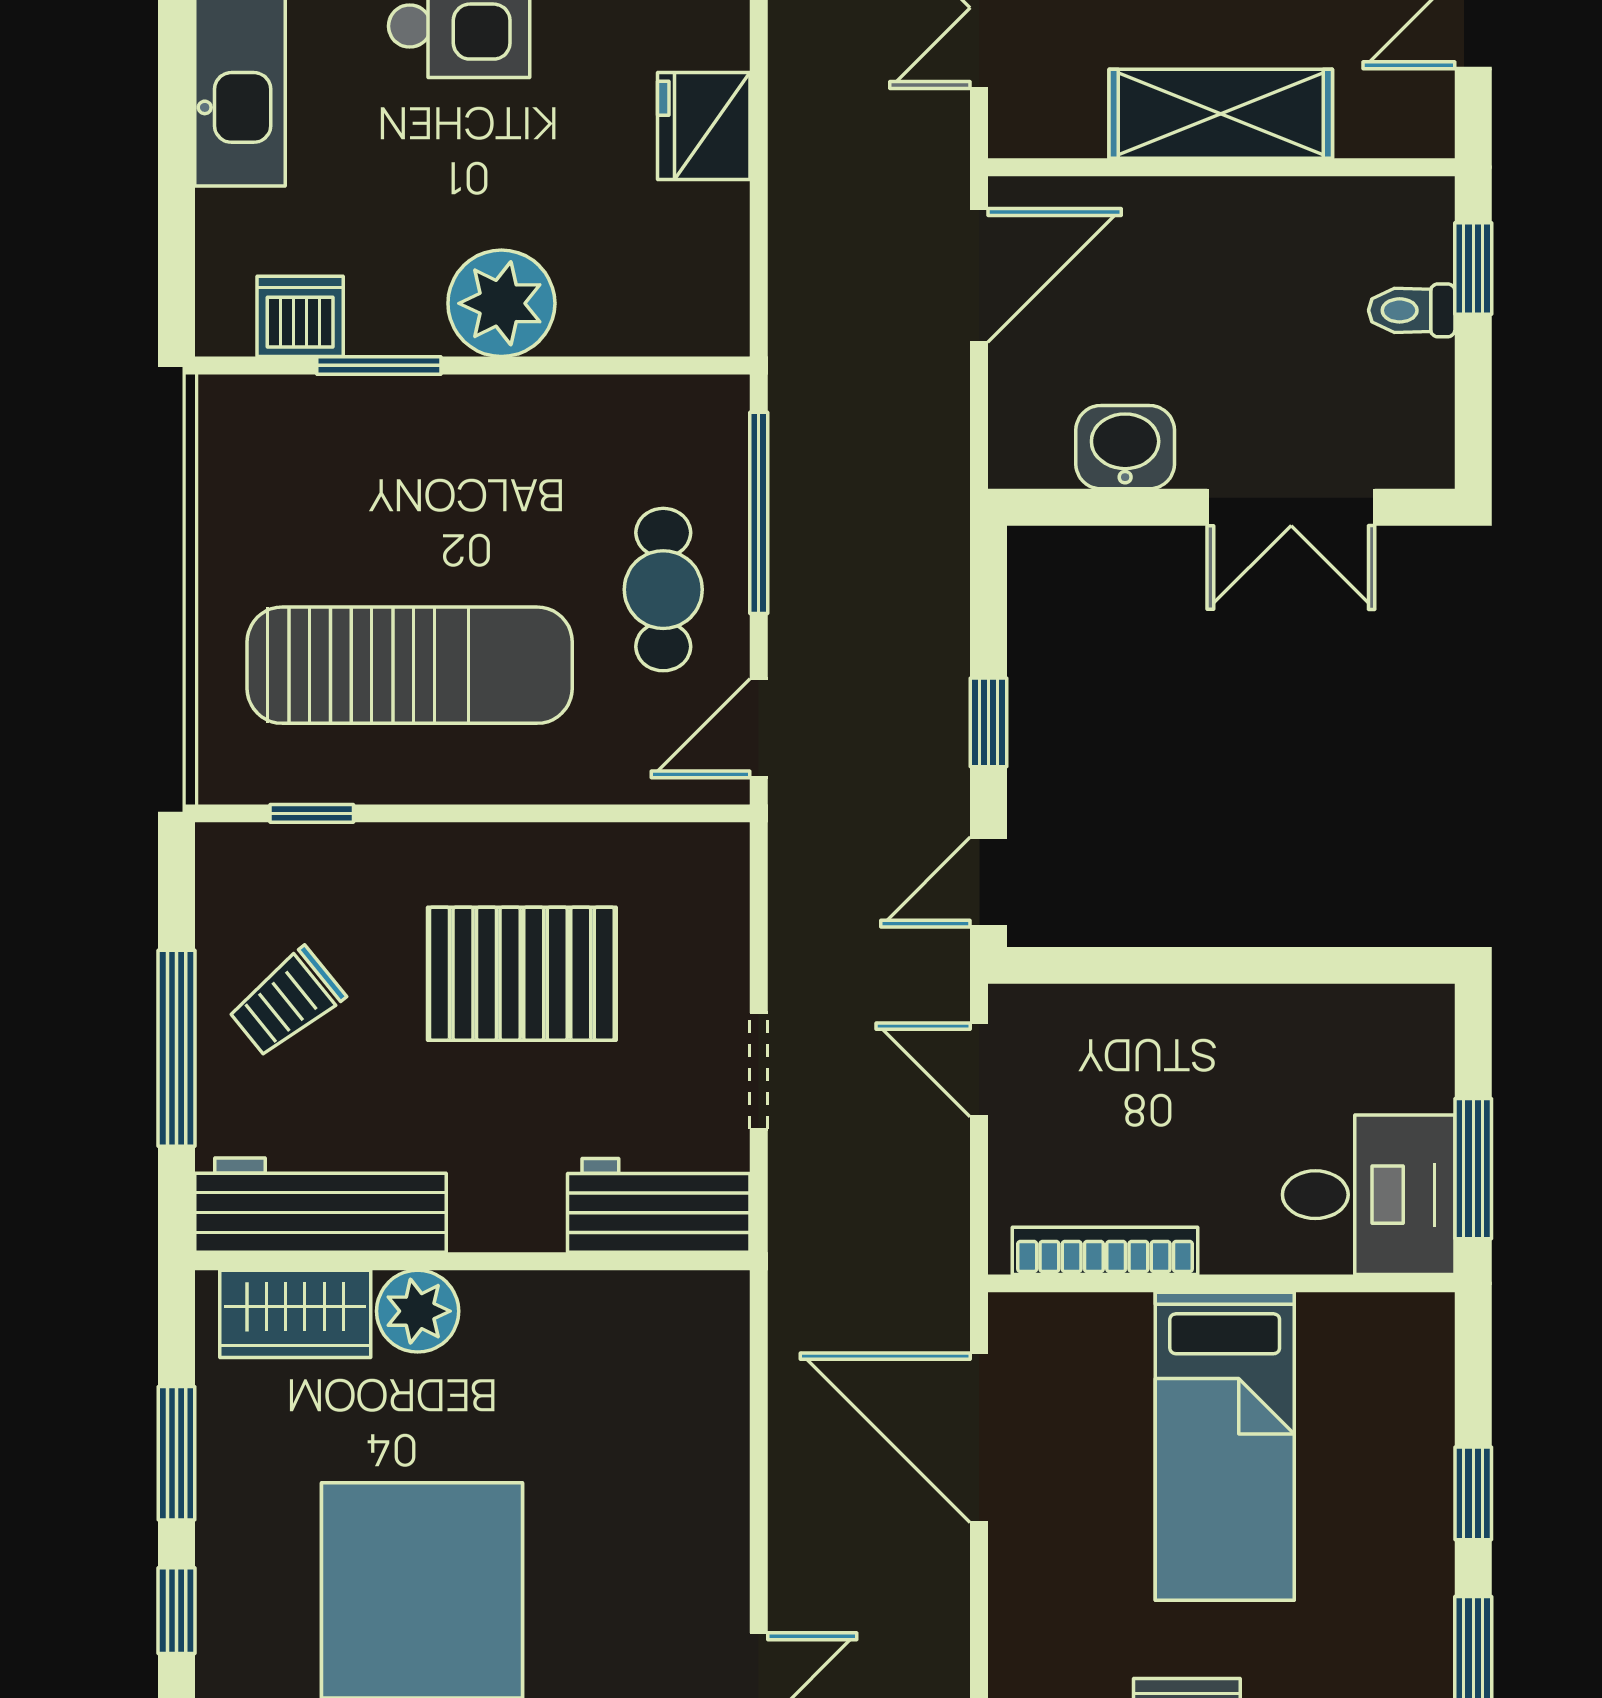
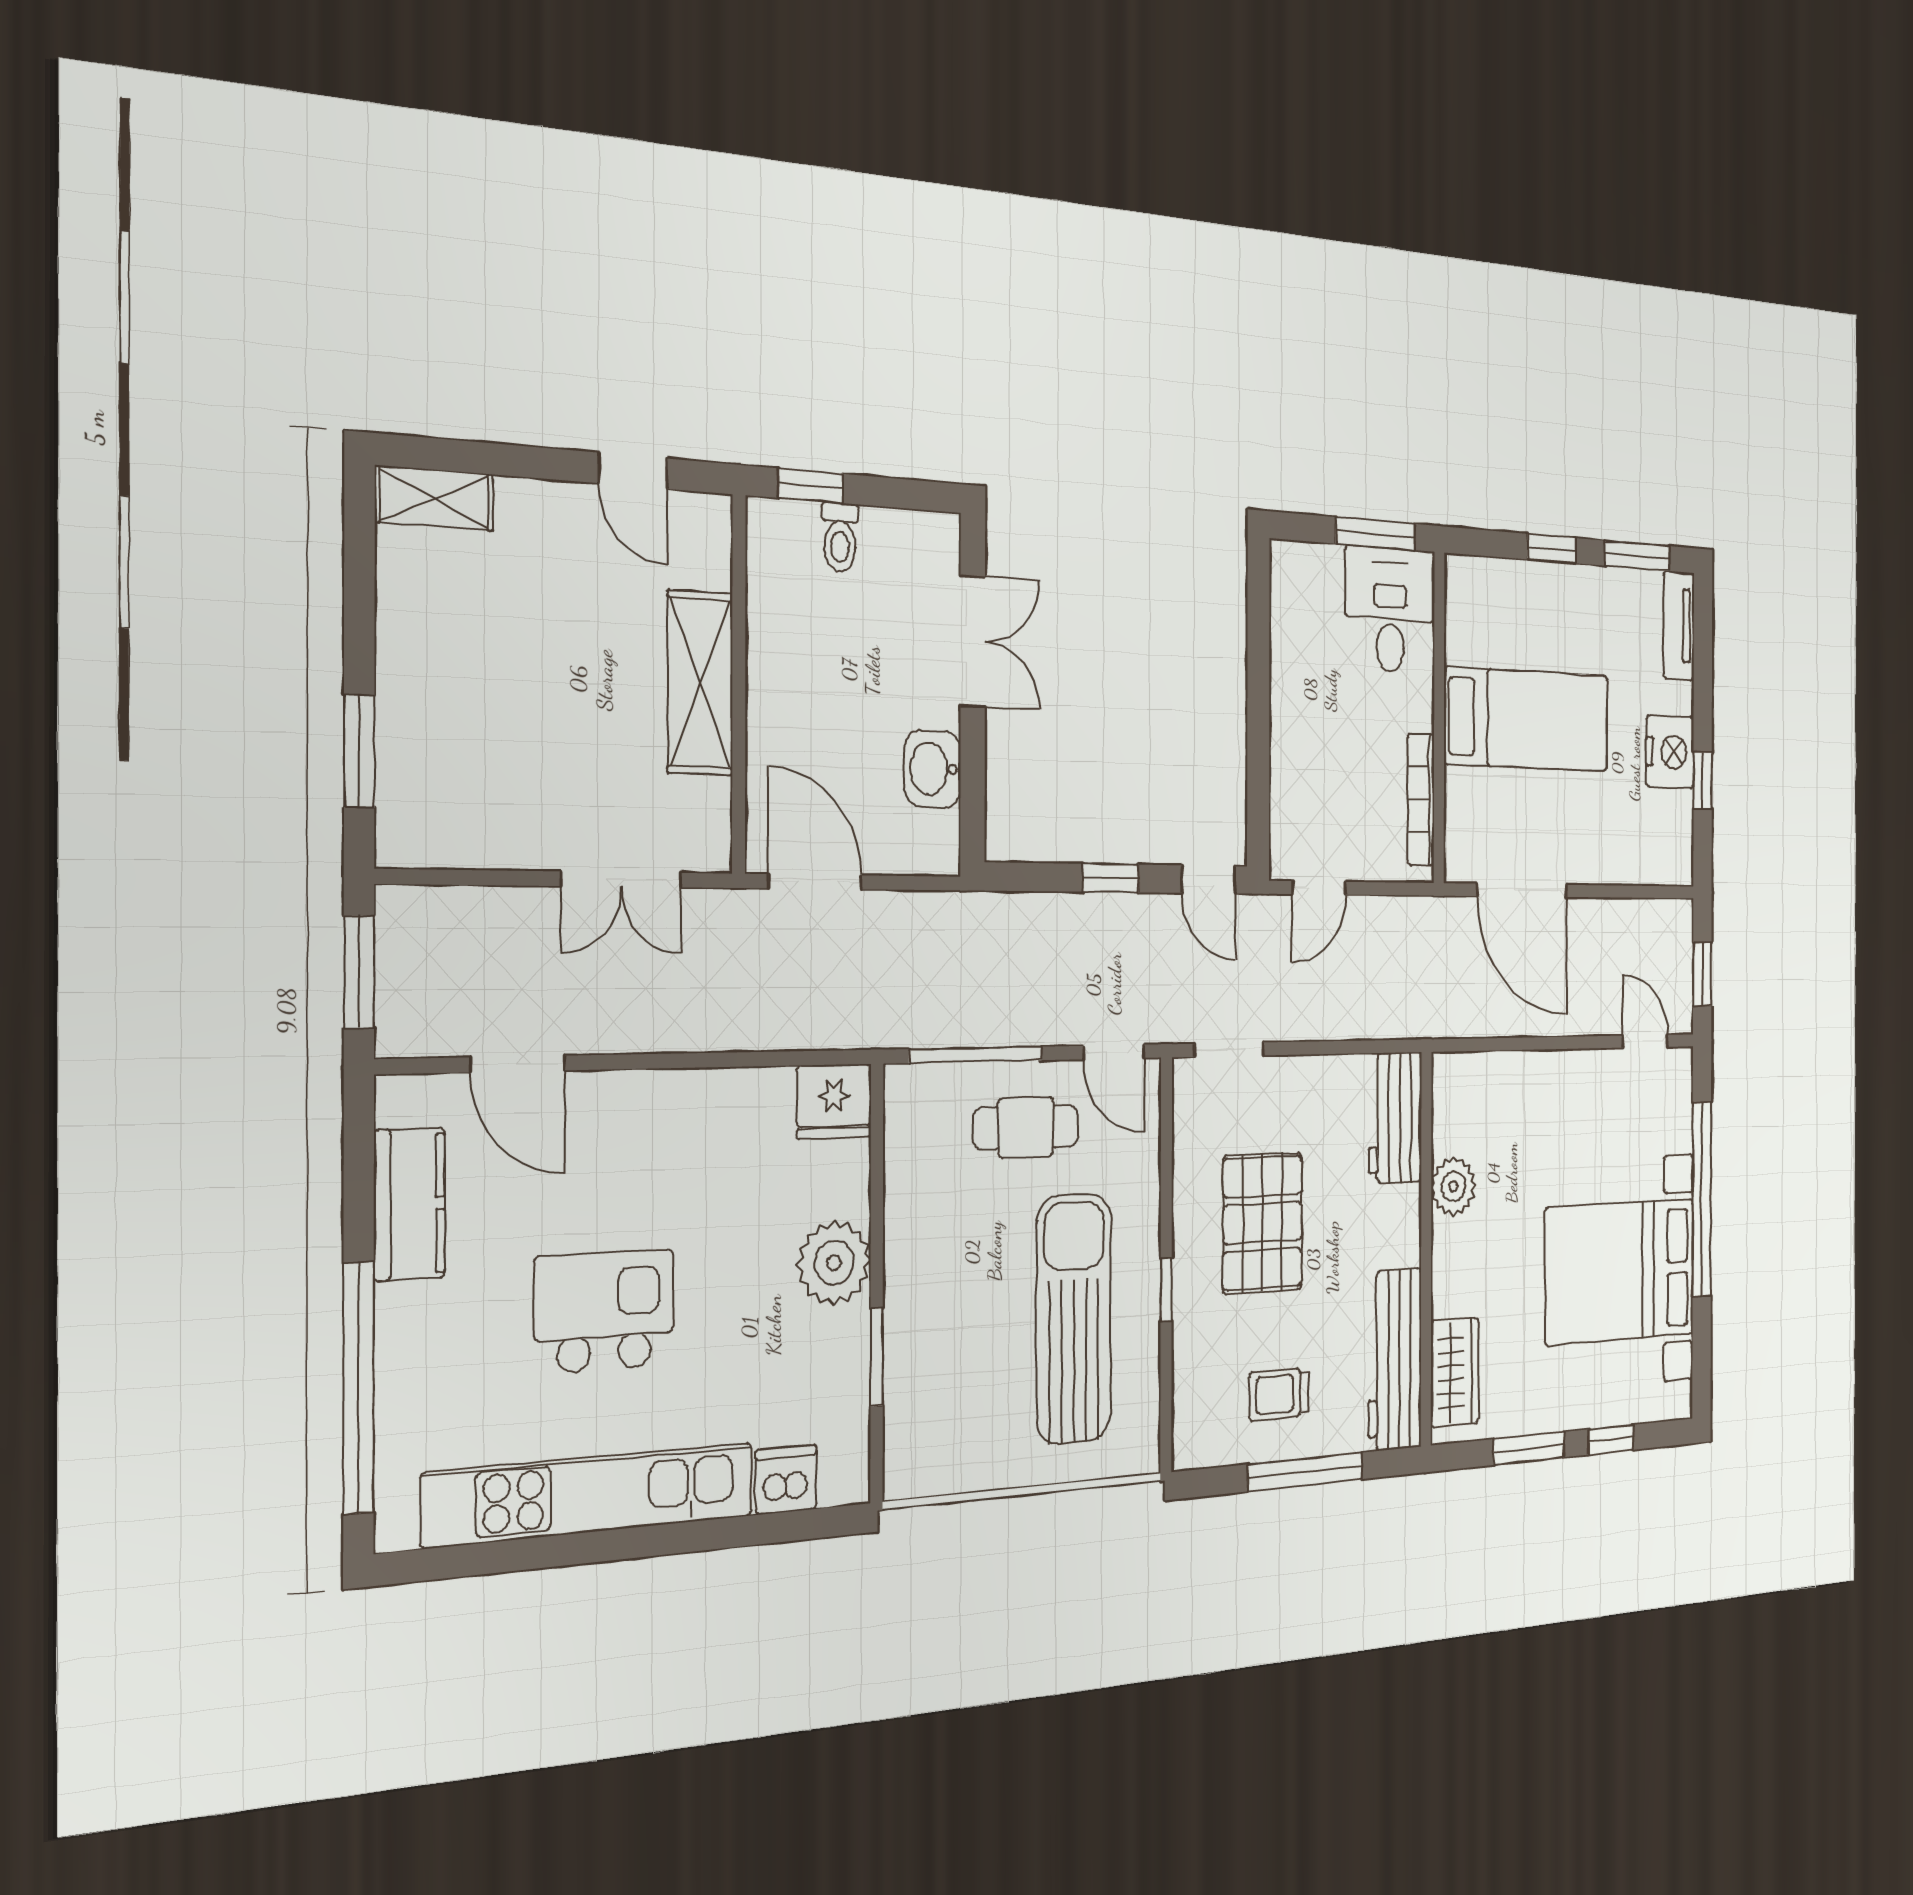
fridge: (704, 126) -> (834, 1101), moved
dishwasher: (300, 316) -> (786, 1480), moved, turned 90
window: (312, 813) -> (1166, 1289), moved
trolley: (287, 1002) -> (1279, 1394), turned 129
doorway: (759, 1071) -> (1229, 1050), moved
plant: (418, 1311) -> (1453, 1186), moved
door: (979, 1438) -> (1522, 890), hinge flipped

